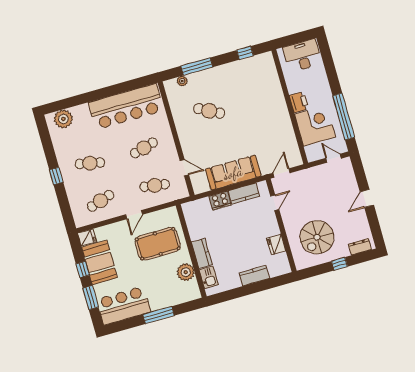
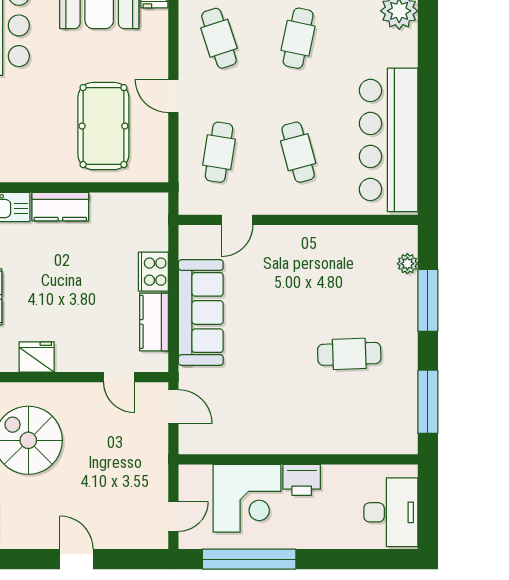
window: (245, 53) -> (428, 402), width x2.17
cafe table: (209, 111) -> (349, 354), moved, turned 60
plant: (186, 272) -> (33, 165), removed

